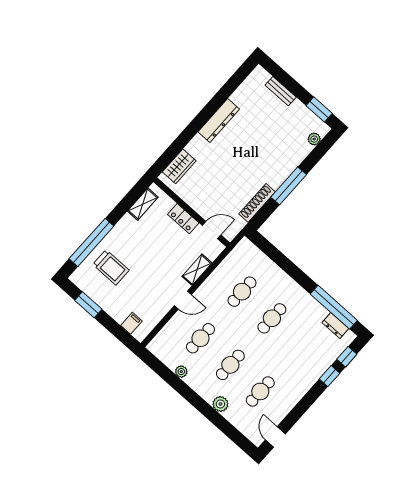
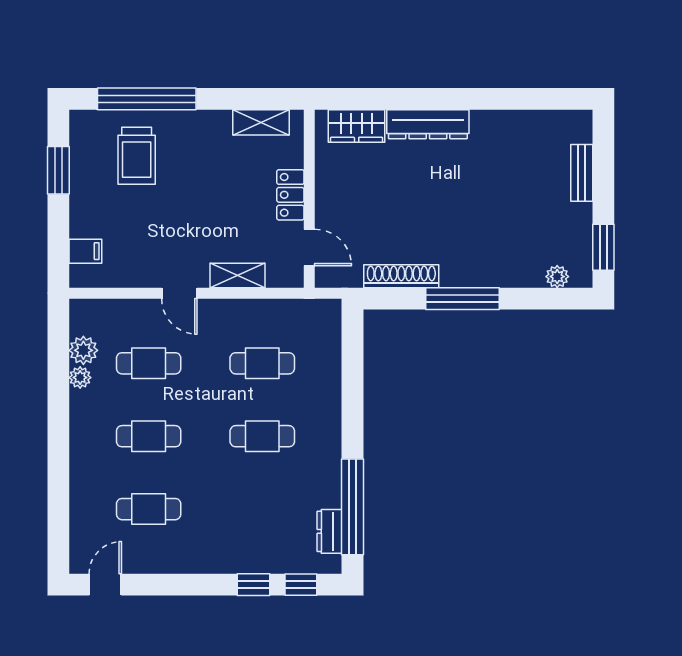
dresser: (219, 121) -> (428, 124), moved
plant: (220, 404) -> (83, 350), moved

